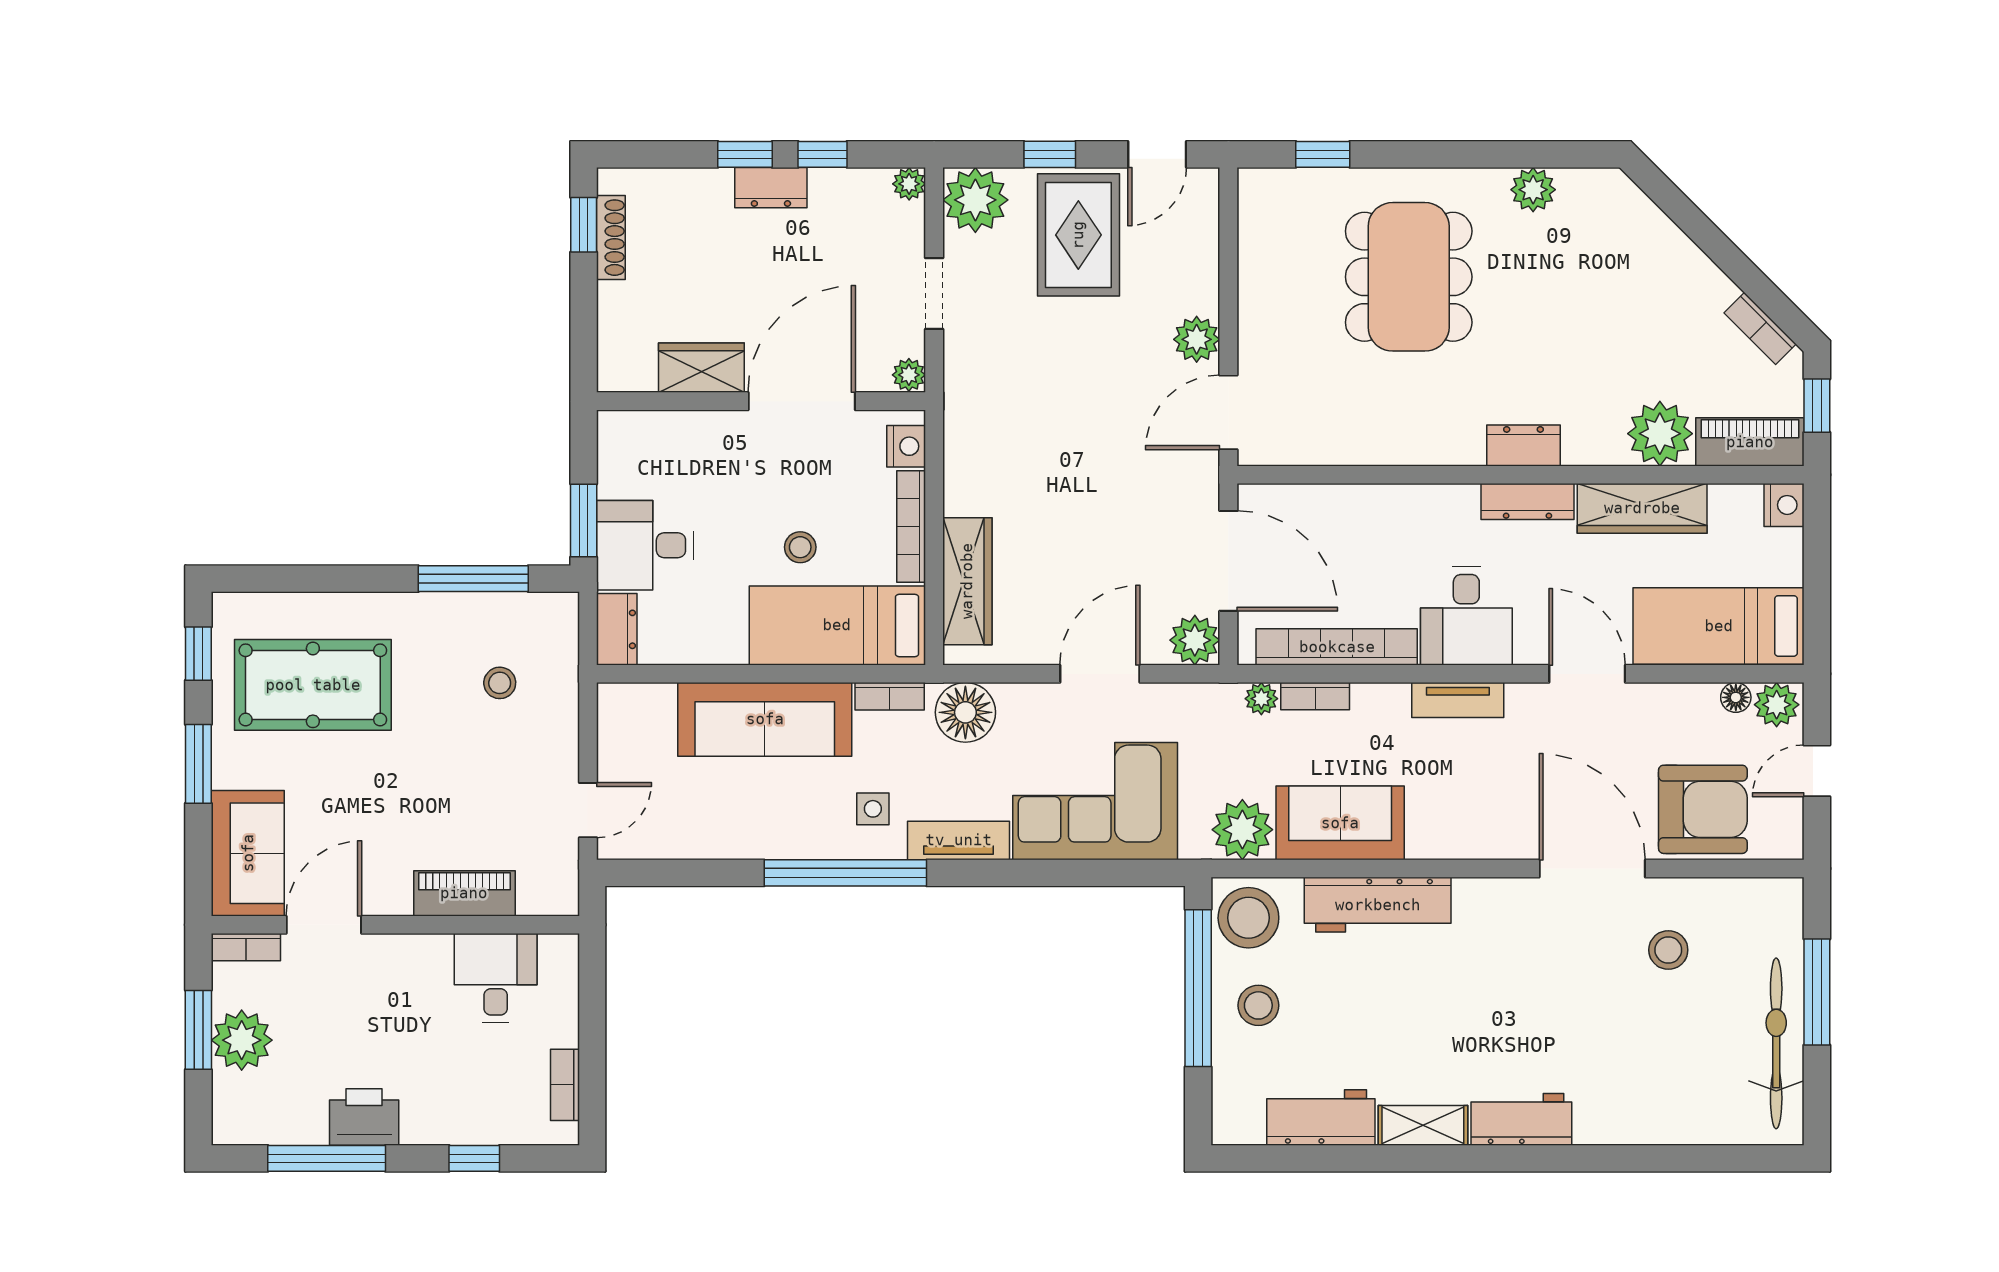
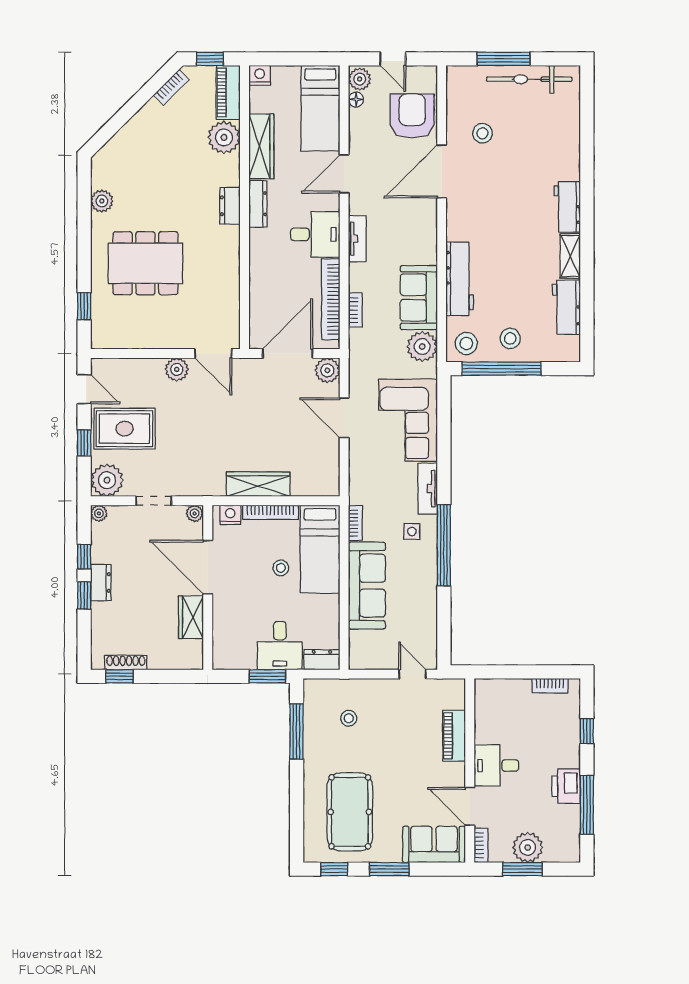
wardrobe: (967, 581) -> (258, 484), moved
plant: (1261, 699) -> (357, 337), removed
floor lamp: (965, 712) -> (364, 485), removed
stool: (1248, 918) -> (466, 343), width x0.73, depth x0.73
desk: (496, 978) -> (496, 765), moved

